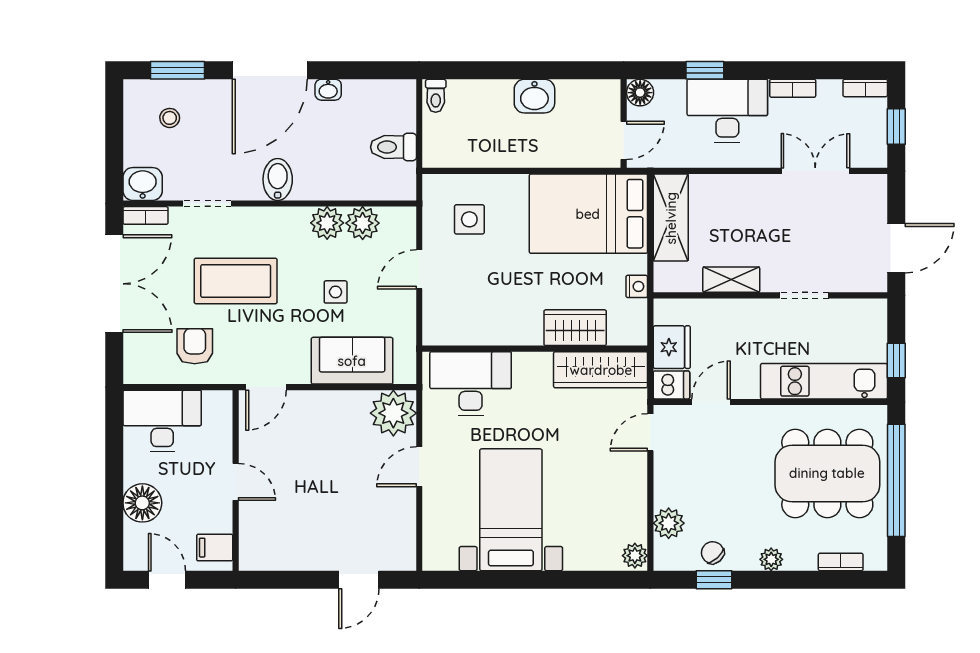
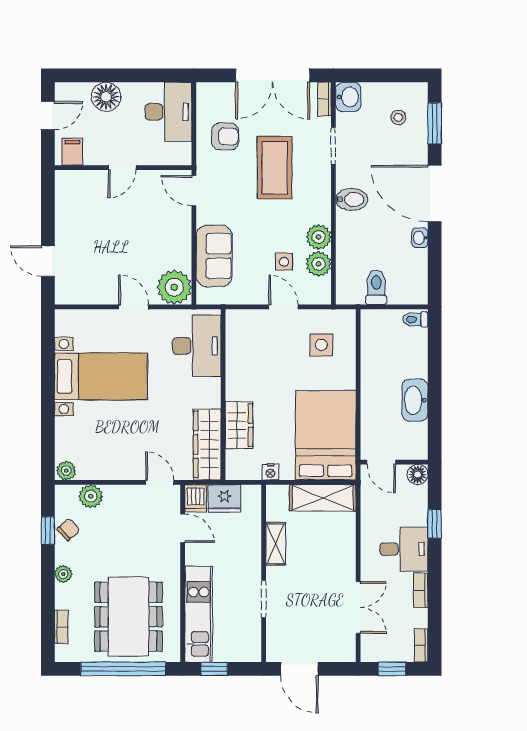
washbasin: (534, 96) -> (415, 400), width x1.38
desk: (727, 111) -> (404, 549), width x0.73
side table: (336, 292) -> (284, 262), moved

